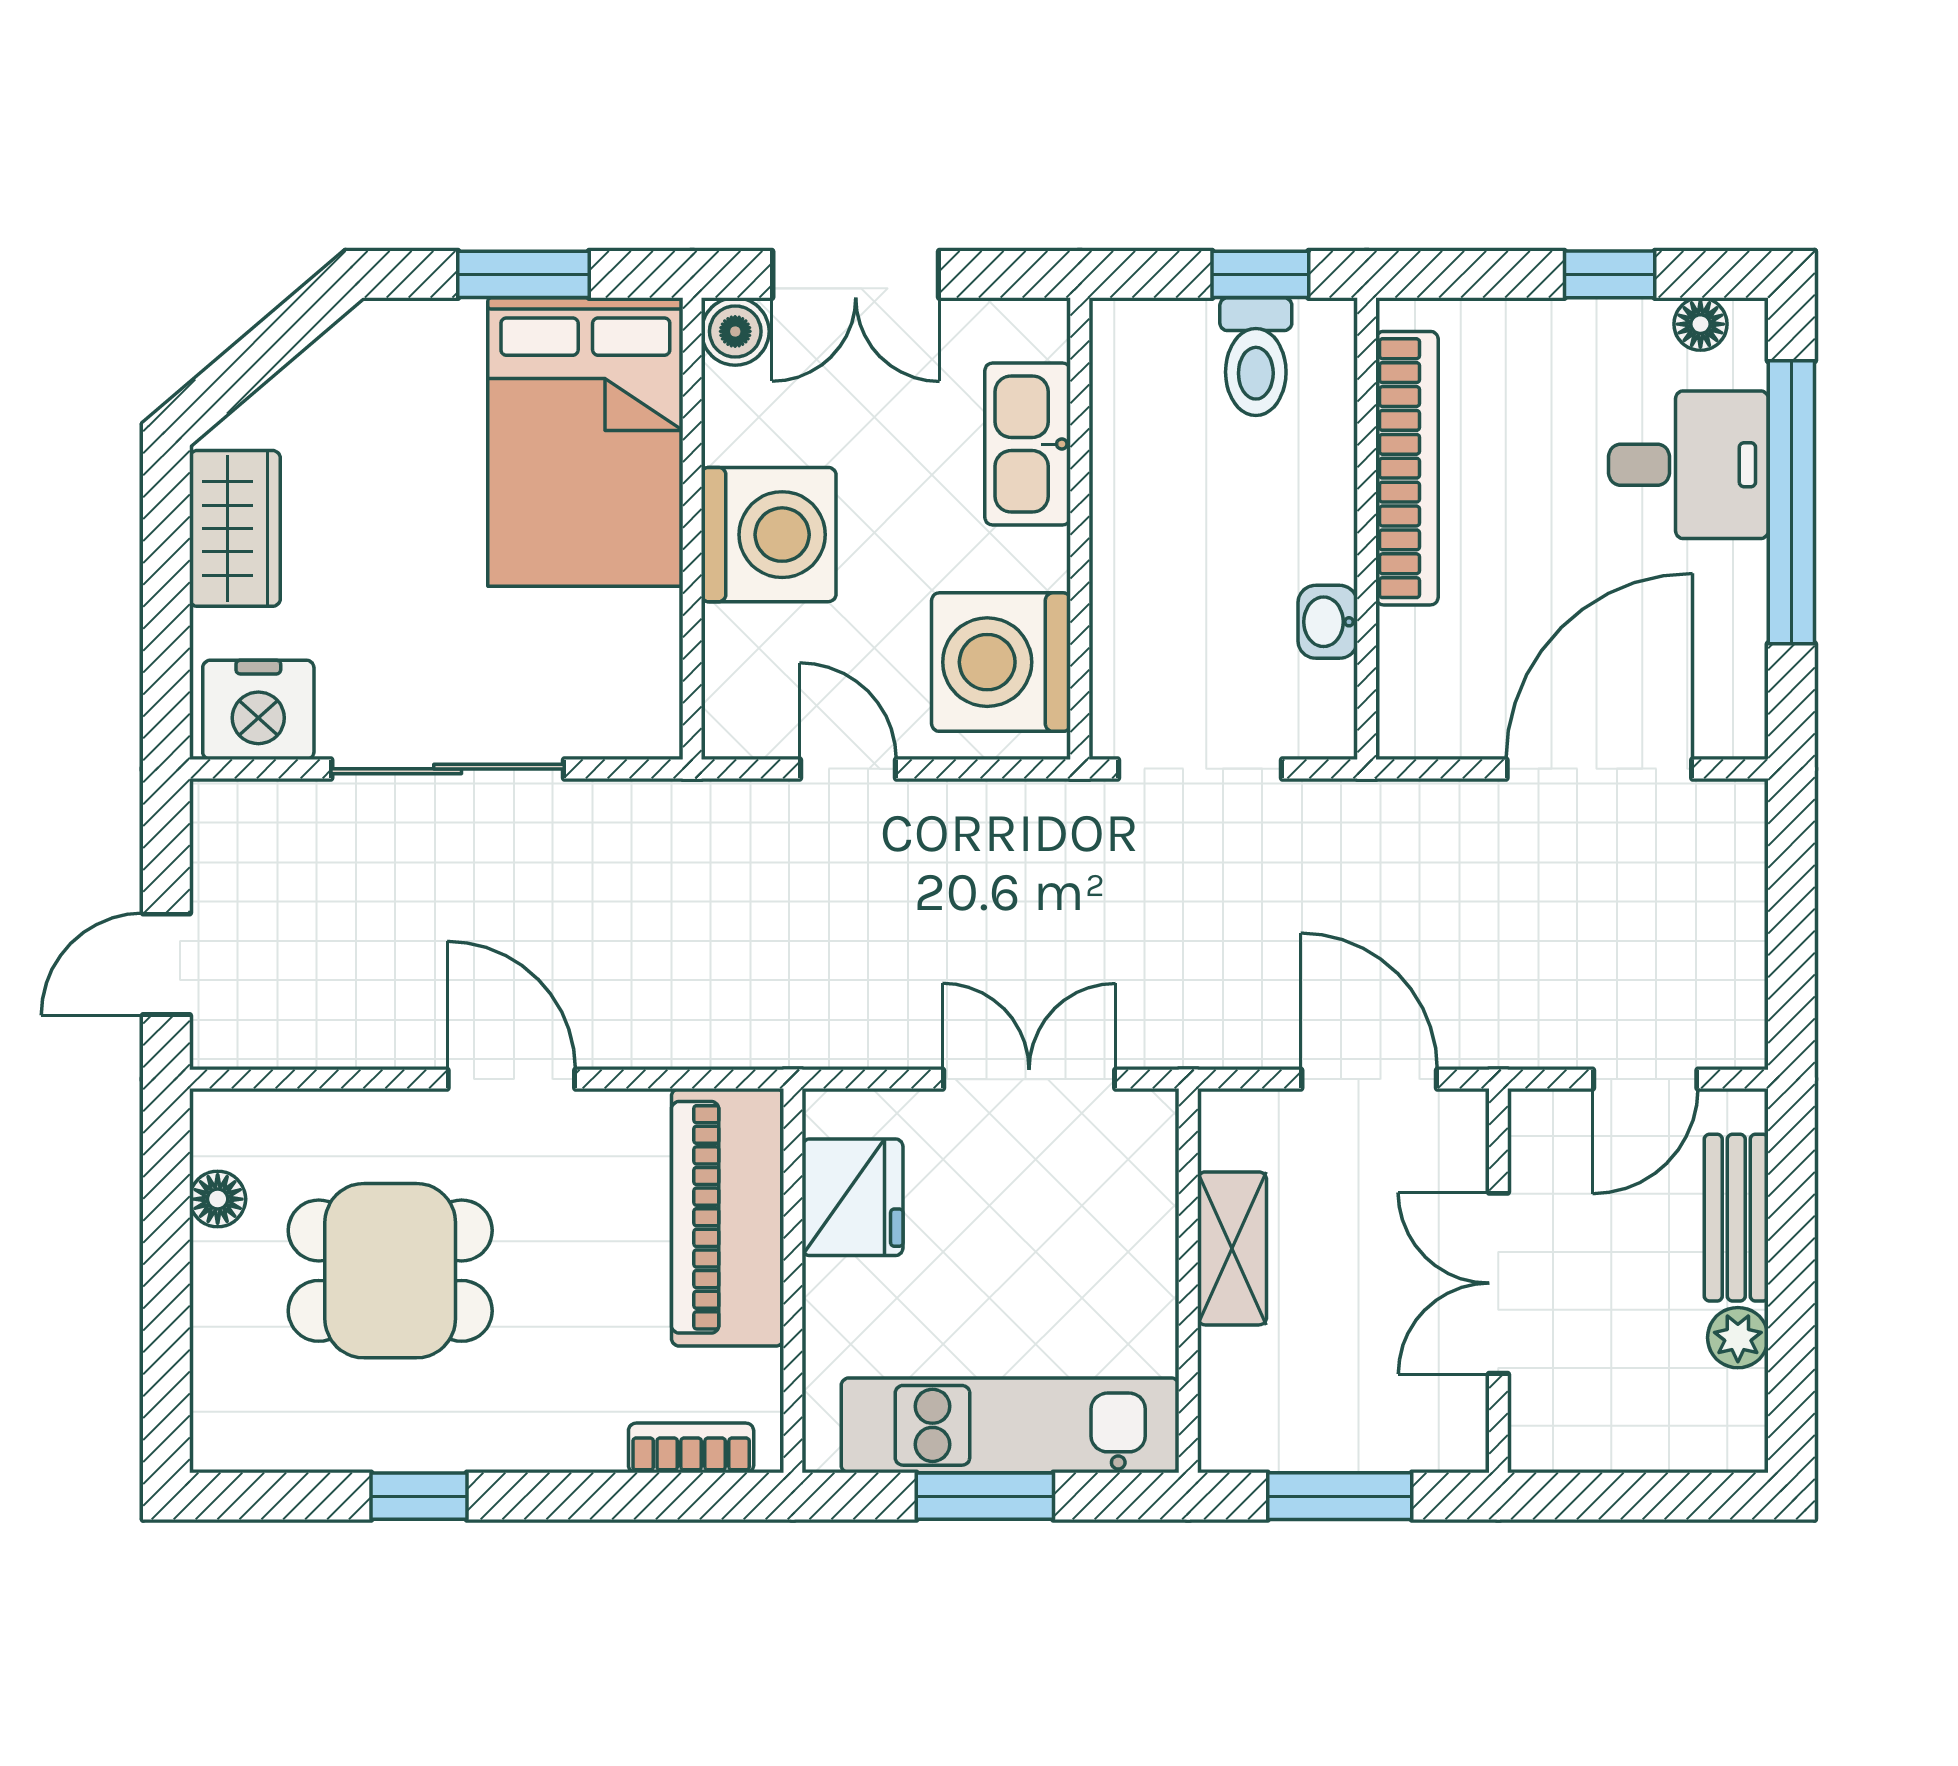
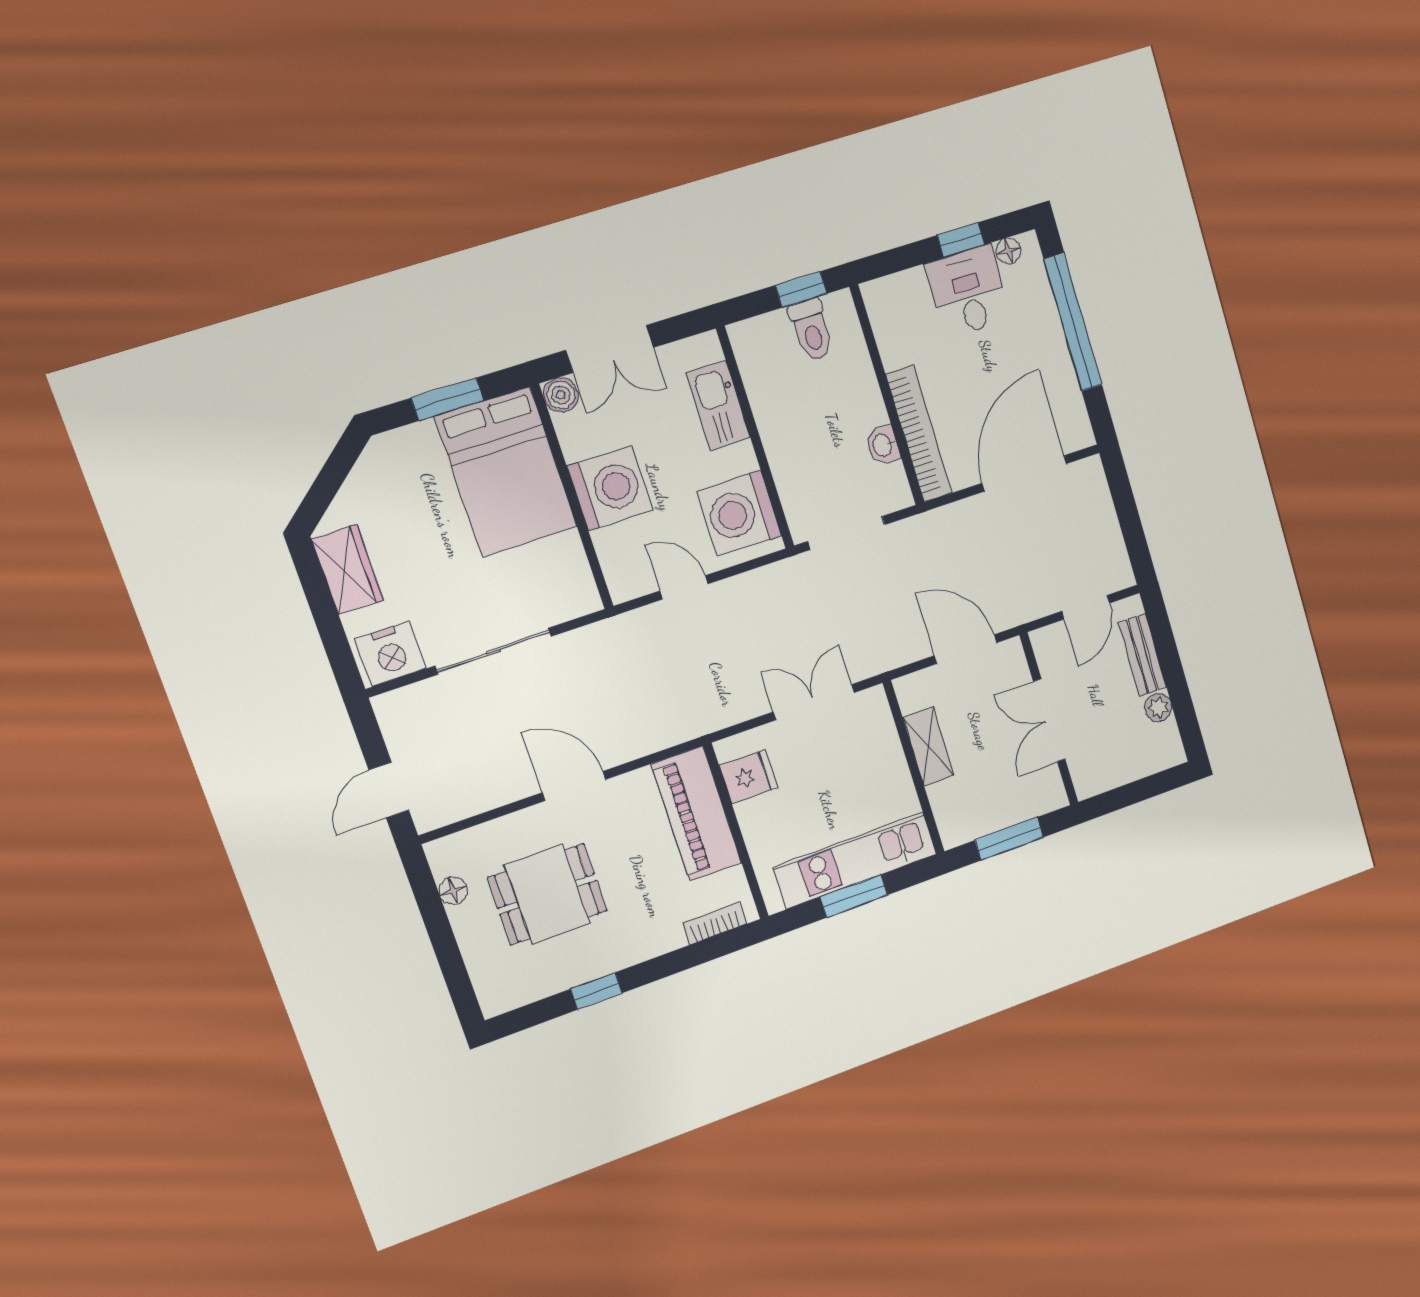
desk: (1688, 465) -> (968, 291), moved, turned -90
bookcase: (1407, 468) -> (919, 434), moved
fridge: (852, 1197) -> (748, 777), width x0.72

